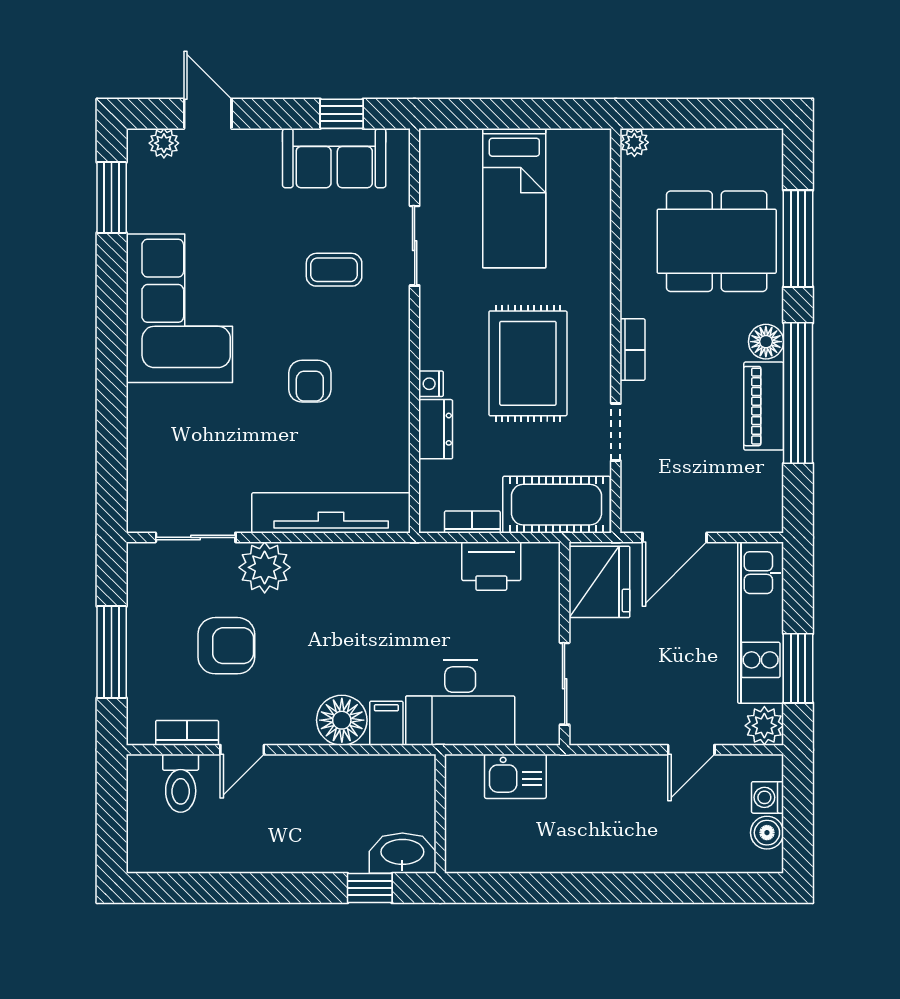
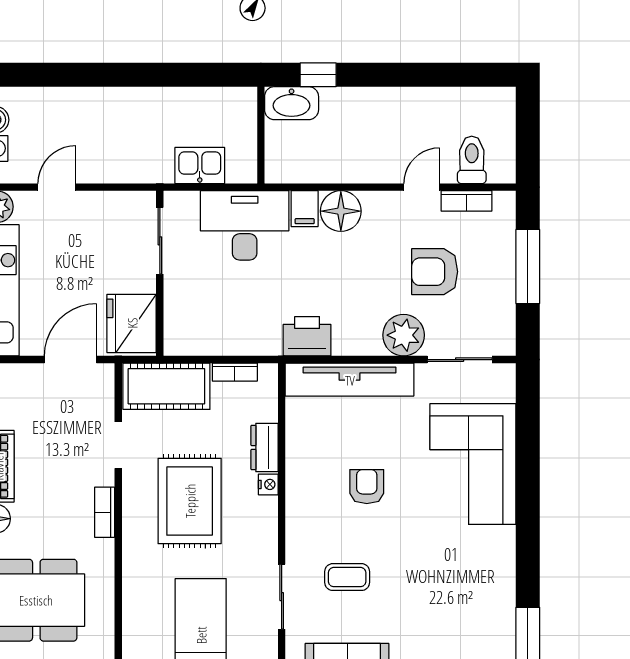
corner sofa: (179, 308) -> (473, 464), moved
printer: (491, 566) -> (307, 336), moved

